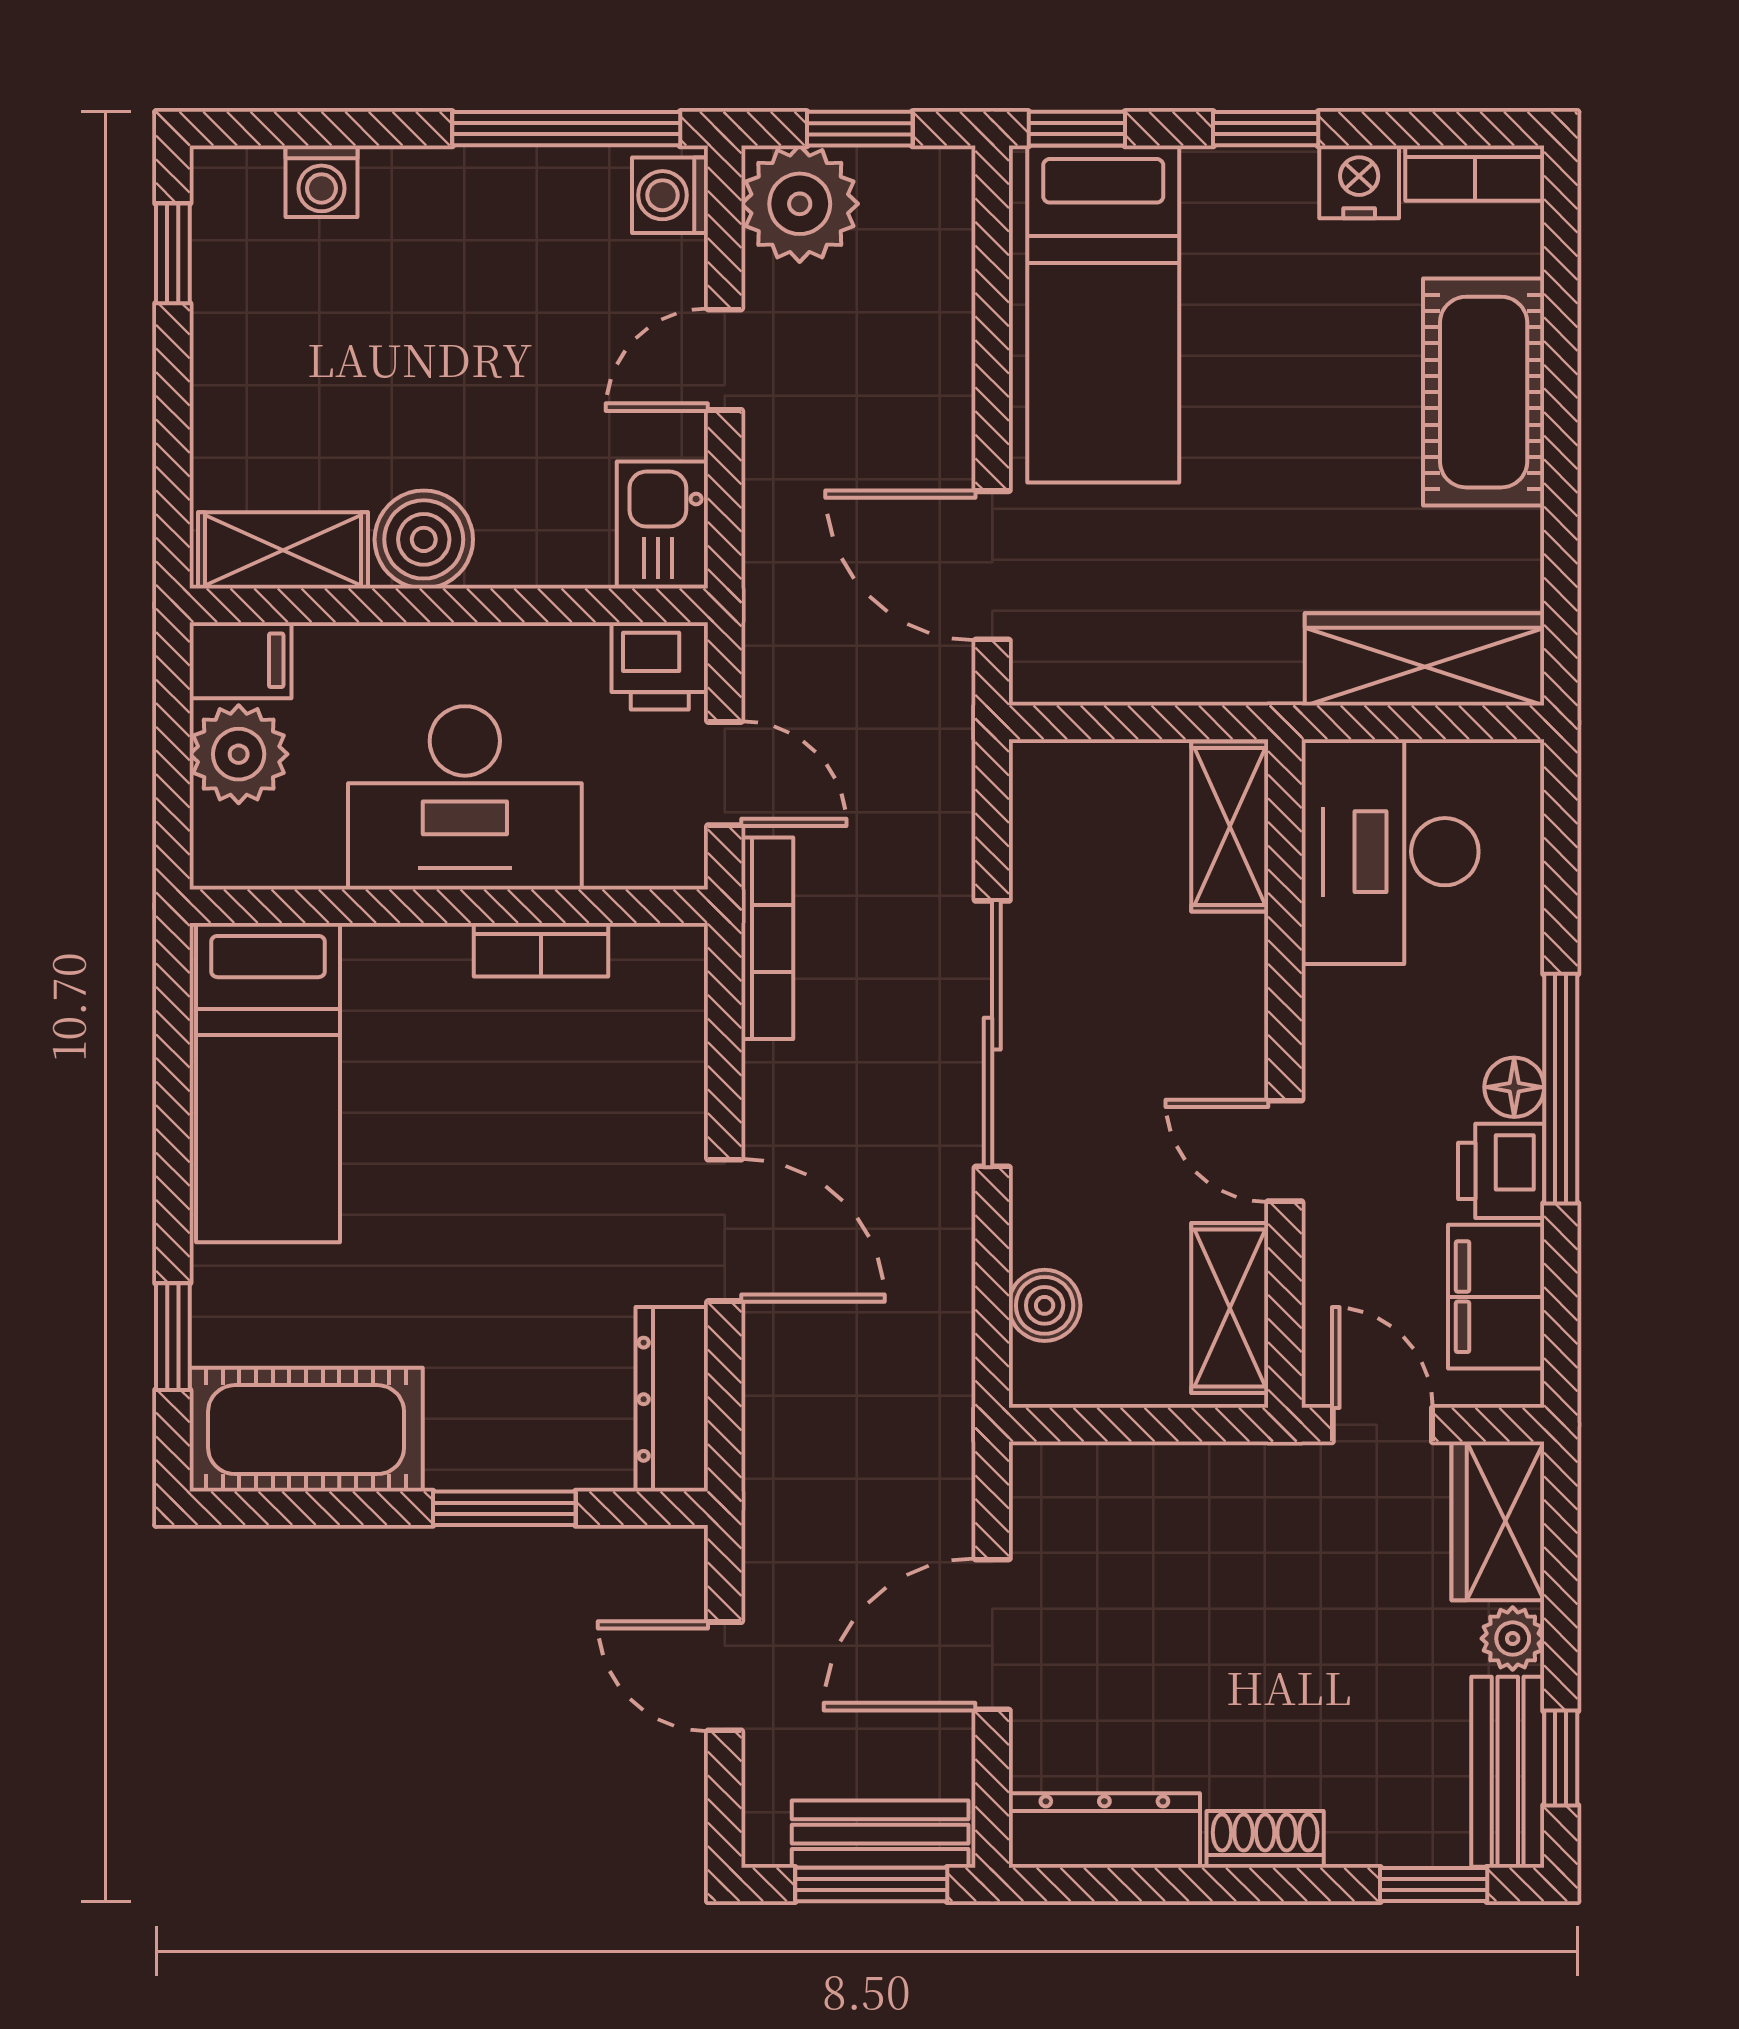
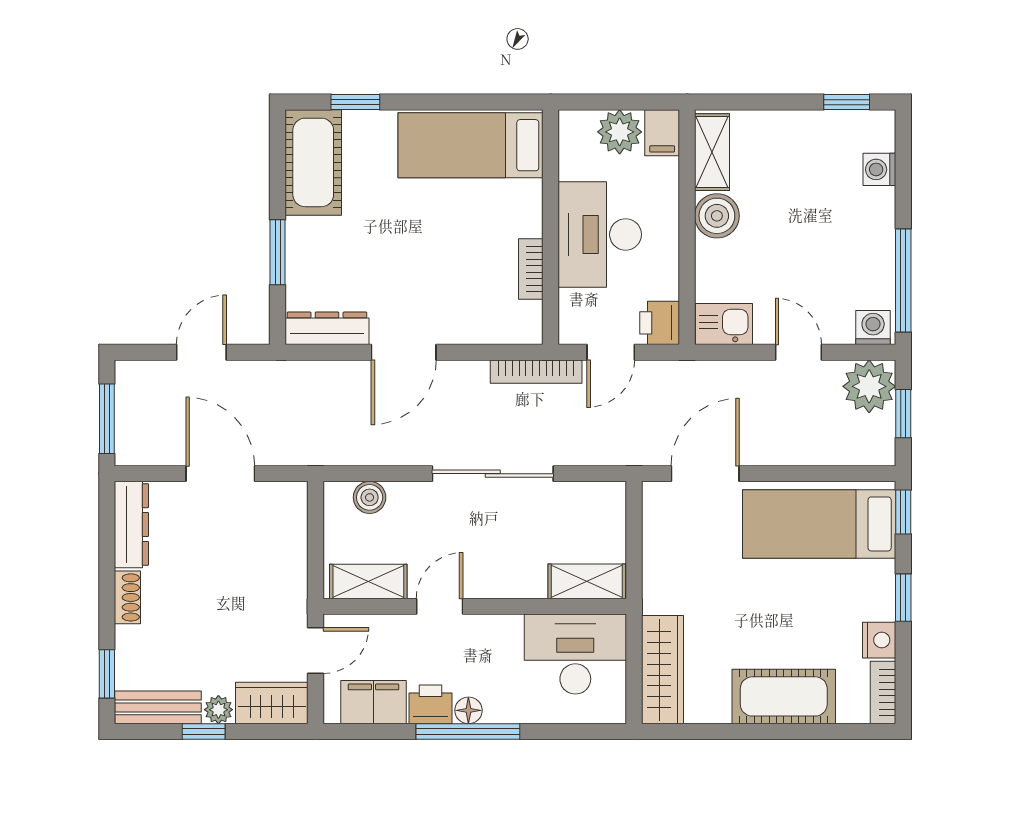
window: (1561, 1758) -> (204, 731), moved
bench: (880, 1834) -> (130, 423), removed

